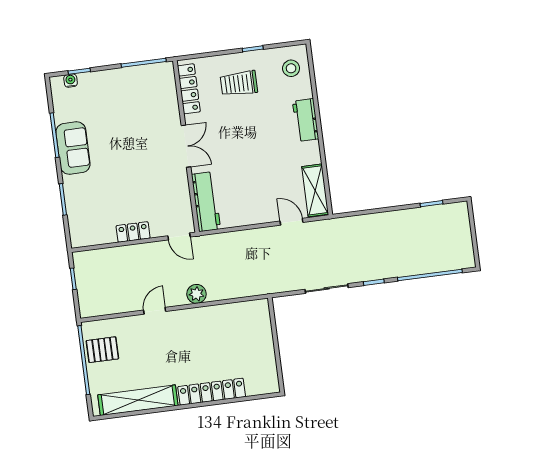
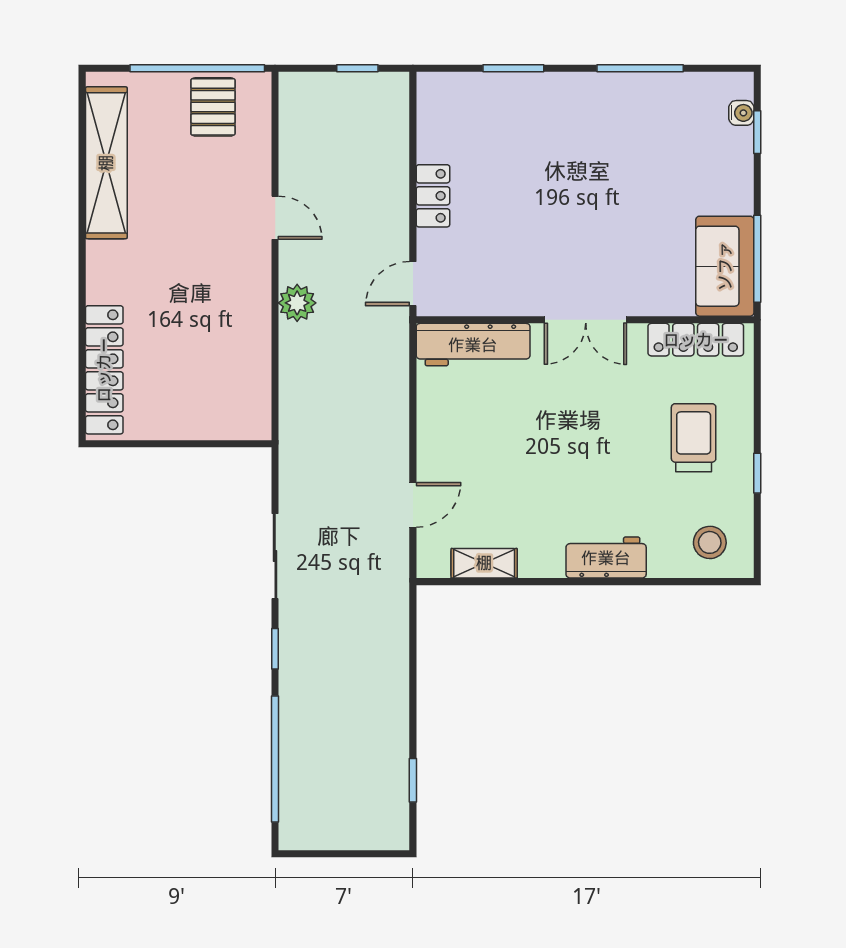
sofa: (73, 148) -> (725, 266), moved, turned 90
shelving: (315, 190) -> (484, 563), width x0.67, depth x0.75
locker: (212, 392) -> (104, 370), moved

